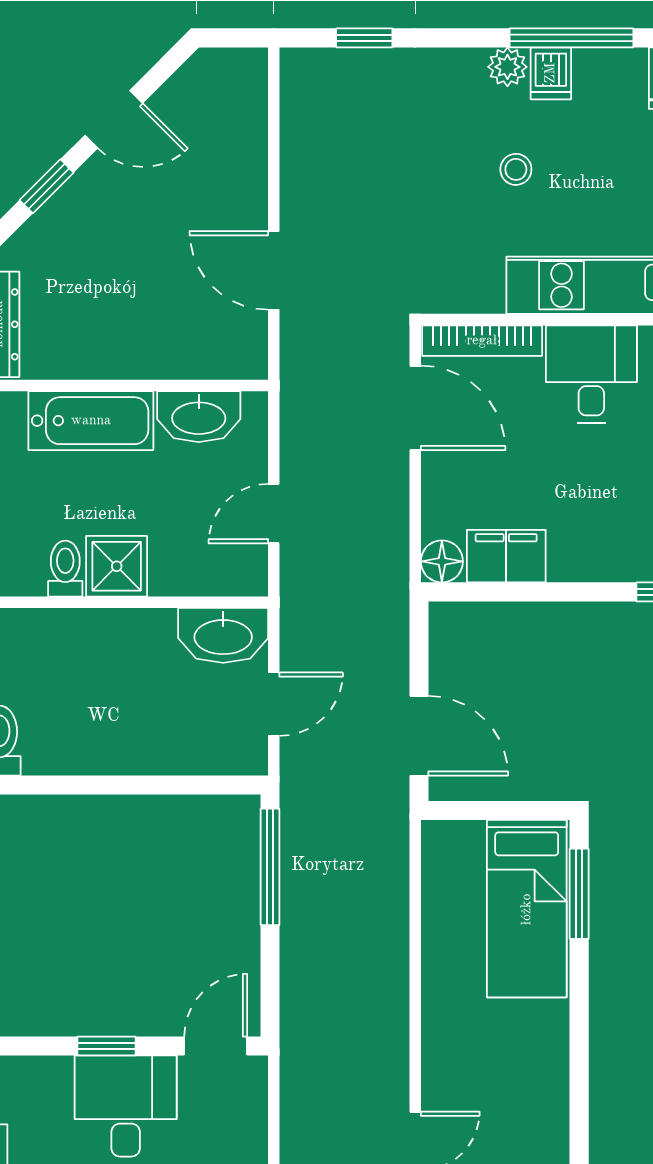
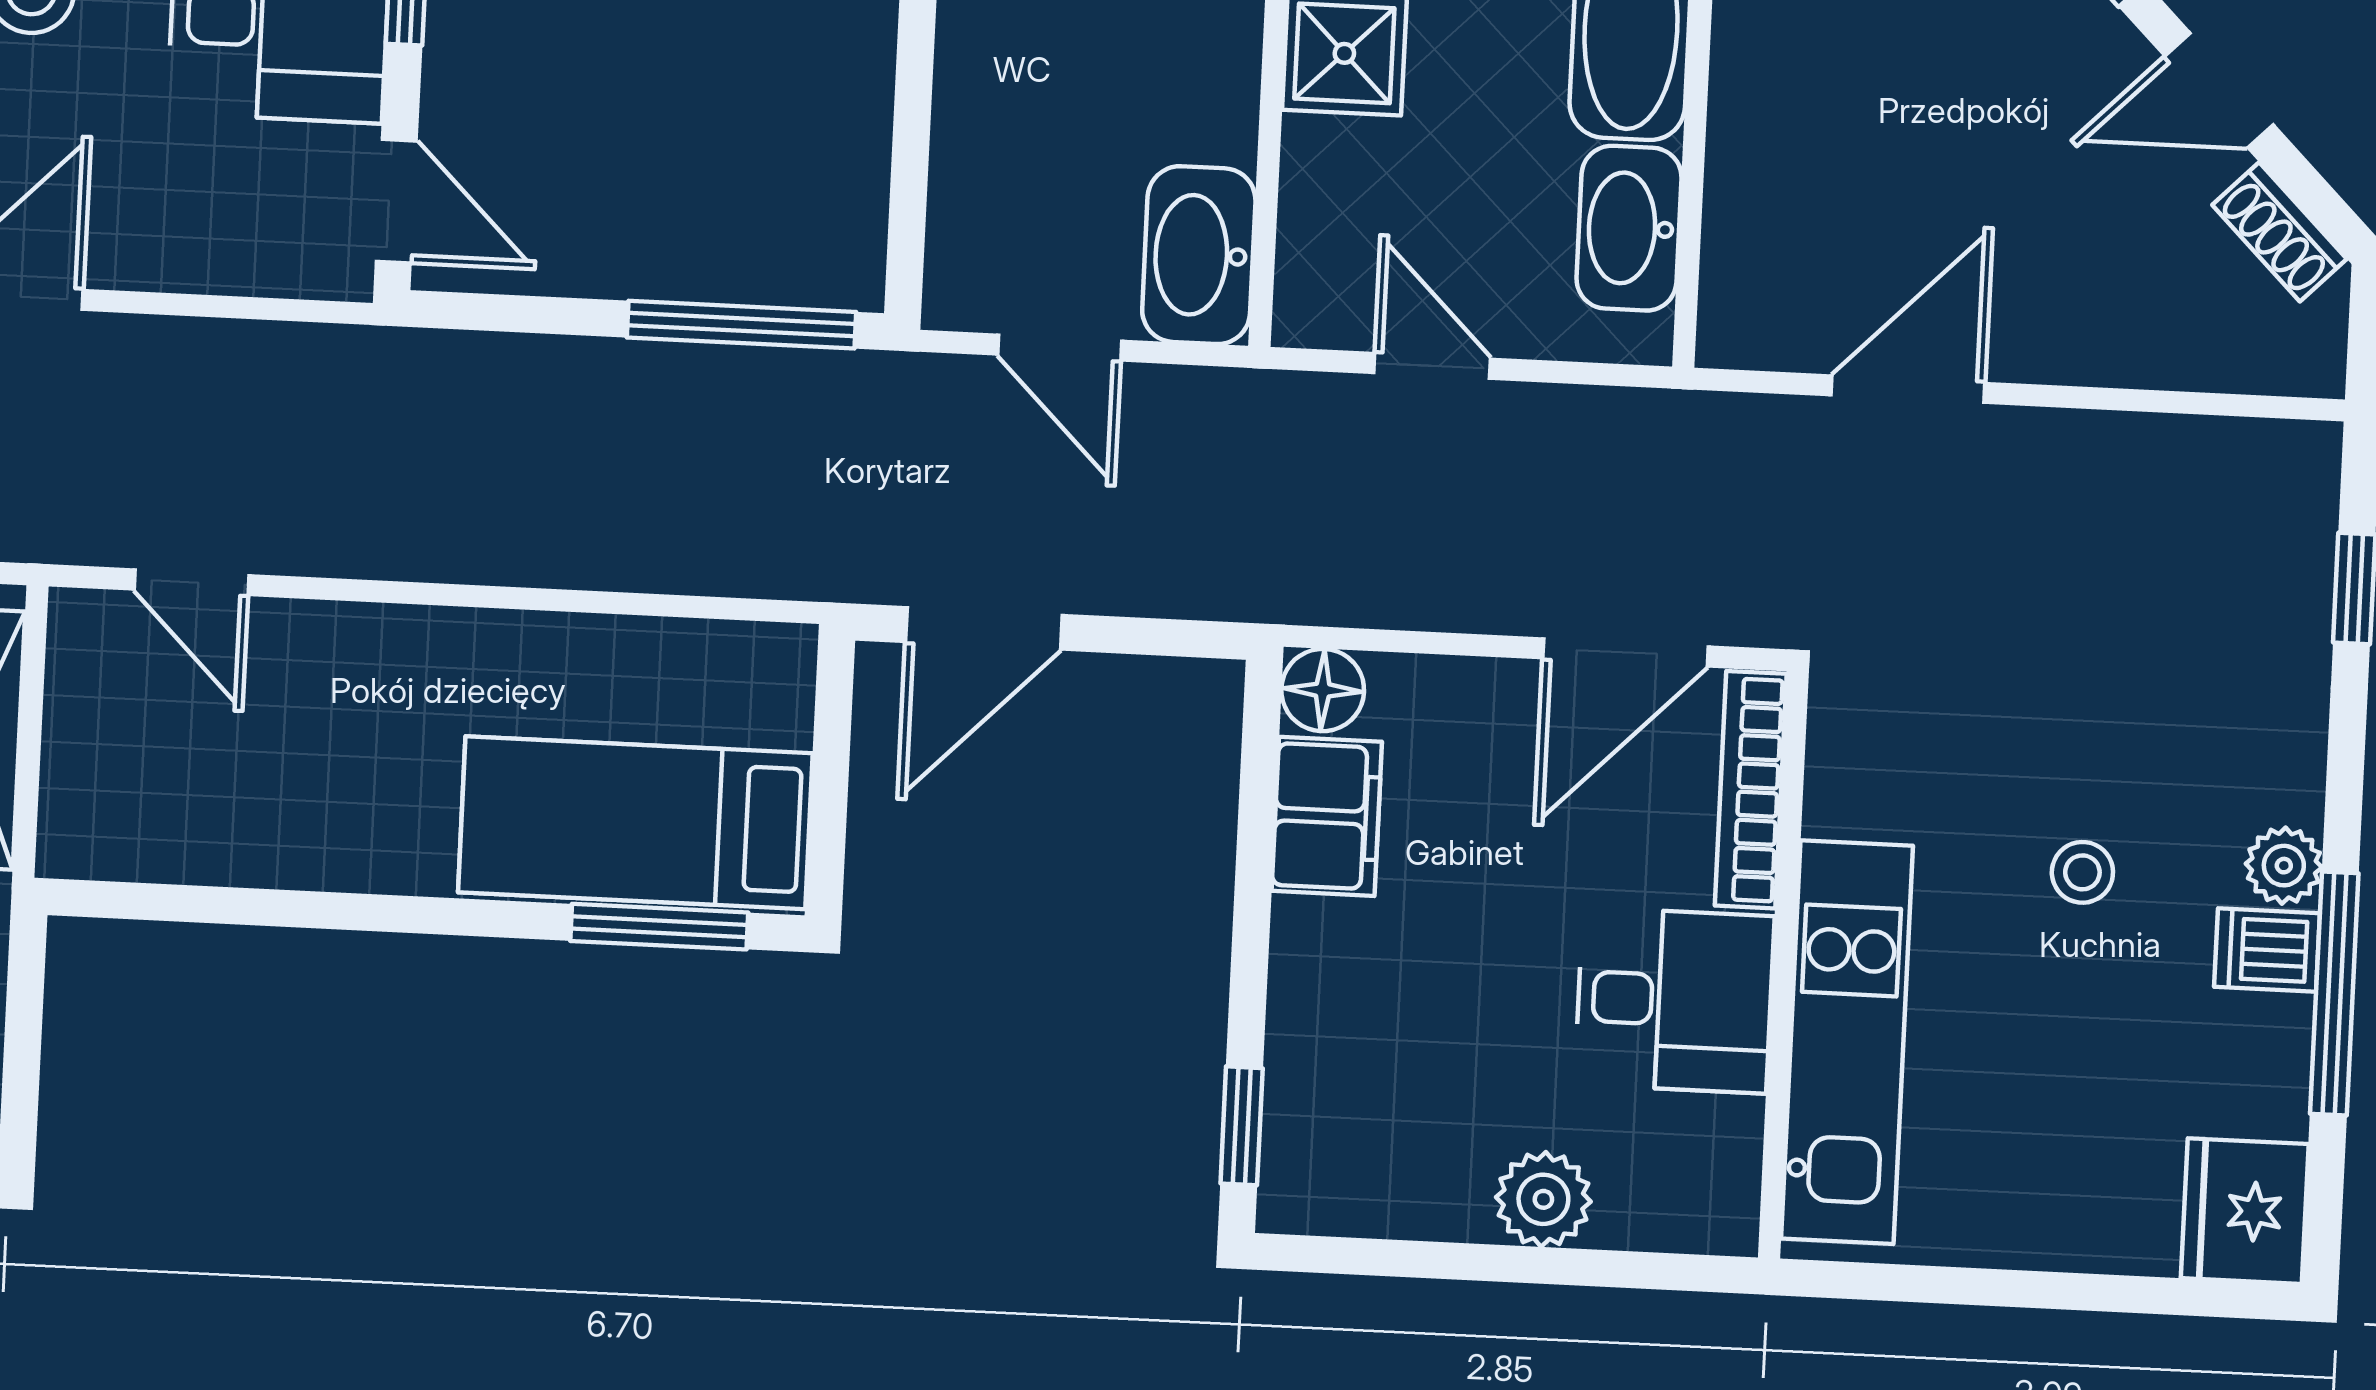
shoe rack: (184, 85) -> (2280, 232), added
door: (114, 119) -> (2219, 90), hinge flipped

